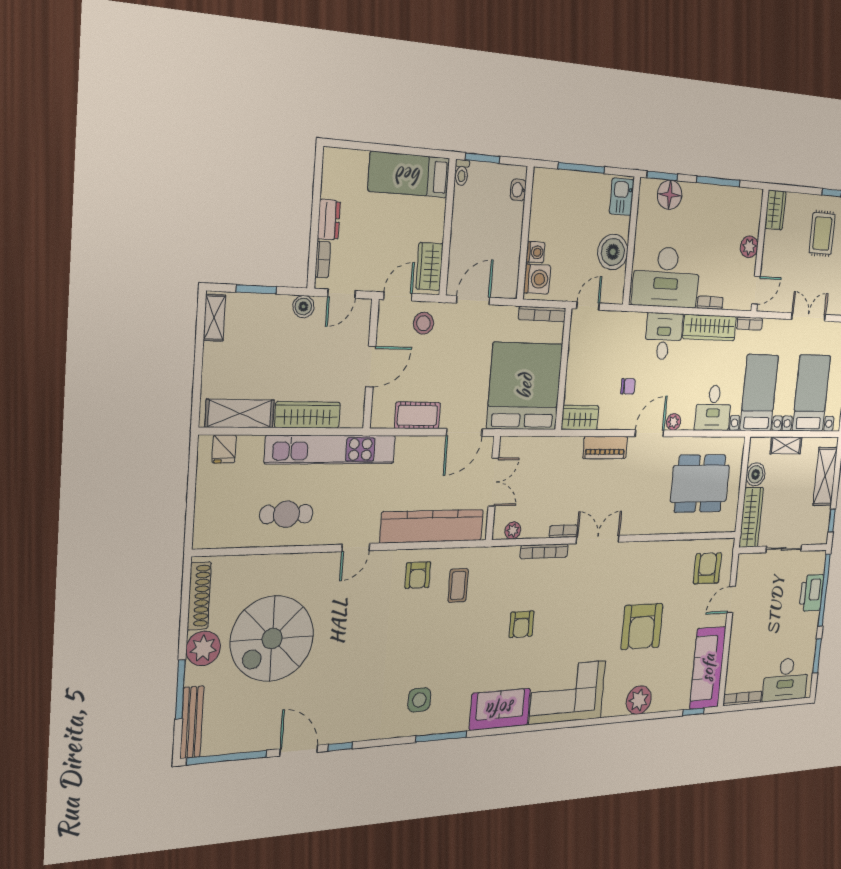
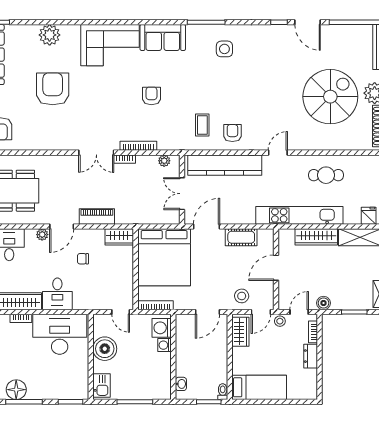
floor lamp: (670, 195) -> (16, 390), moved
stool: (371, 280) -> (280, 321), added
door: (588, 306) -> (121, 312), hinge flipped

